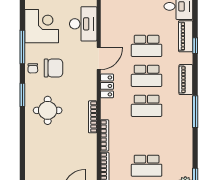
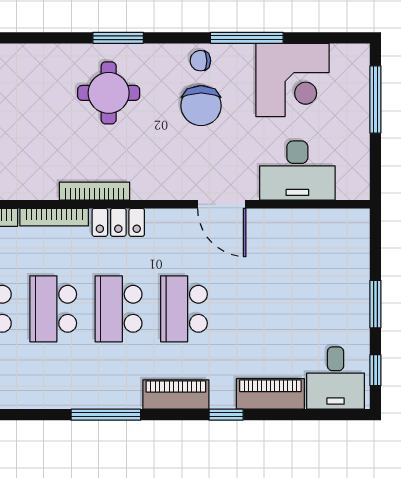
school desk: (147, 46) -> (53, 309), moved
window: (195, 46) -> (226, 415), moved
locker: (107, 86) -> (118, 222), moved
window: (22, 95) -> (118, 38), moved

